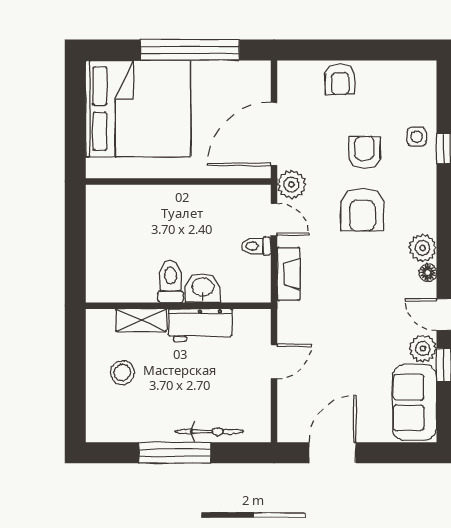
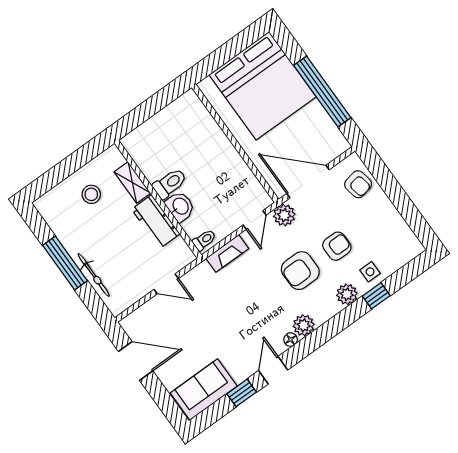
armchair: (340, 79) -> (358, 184), moved, turned -101
toilet: (256, 246) -> (204, 240), moved, turned 90
plant: (423, 348) -> (347, 294), moved

